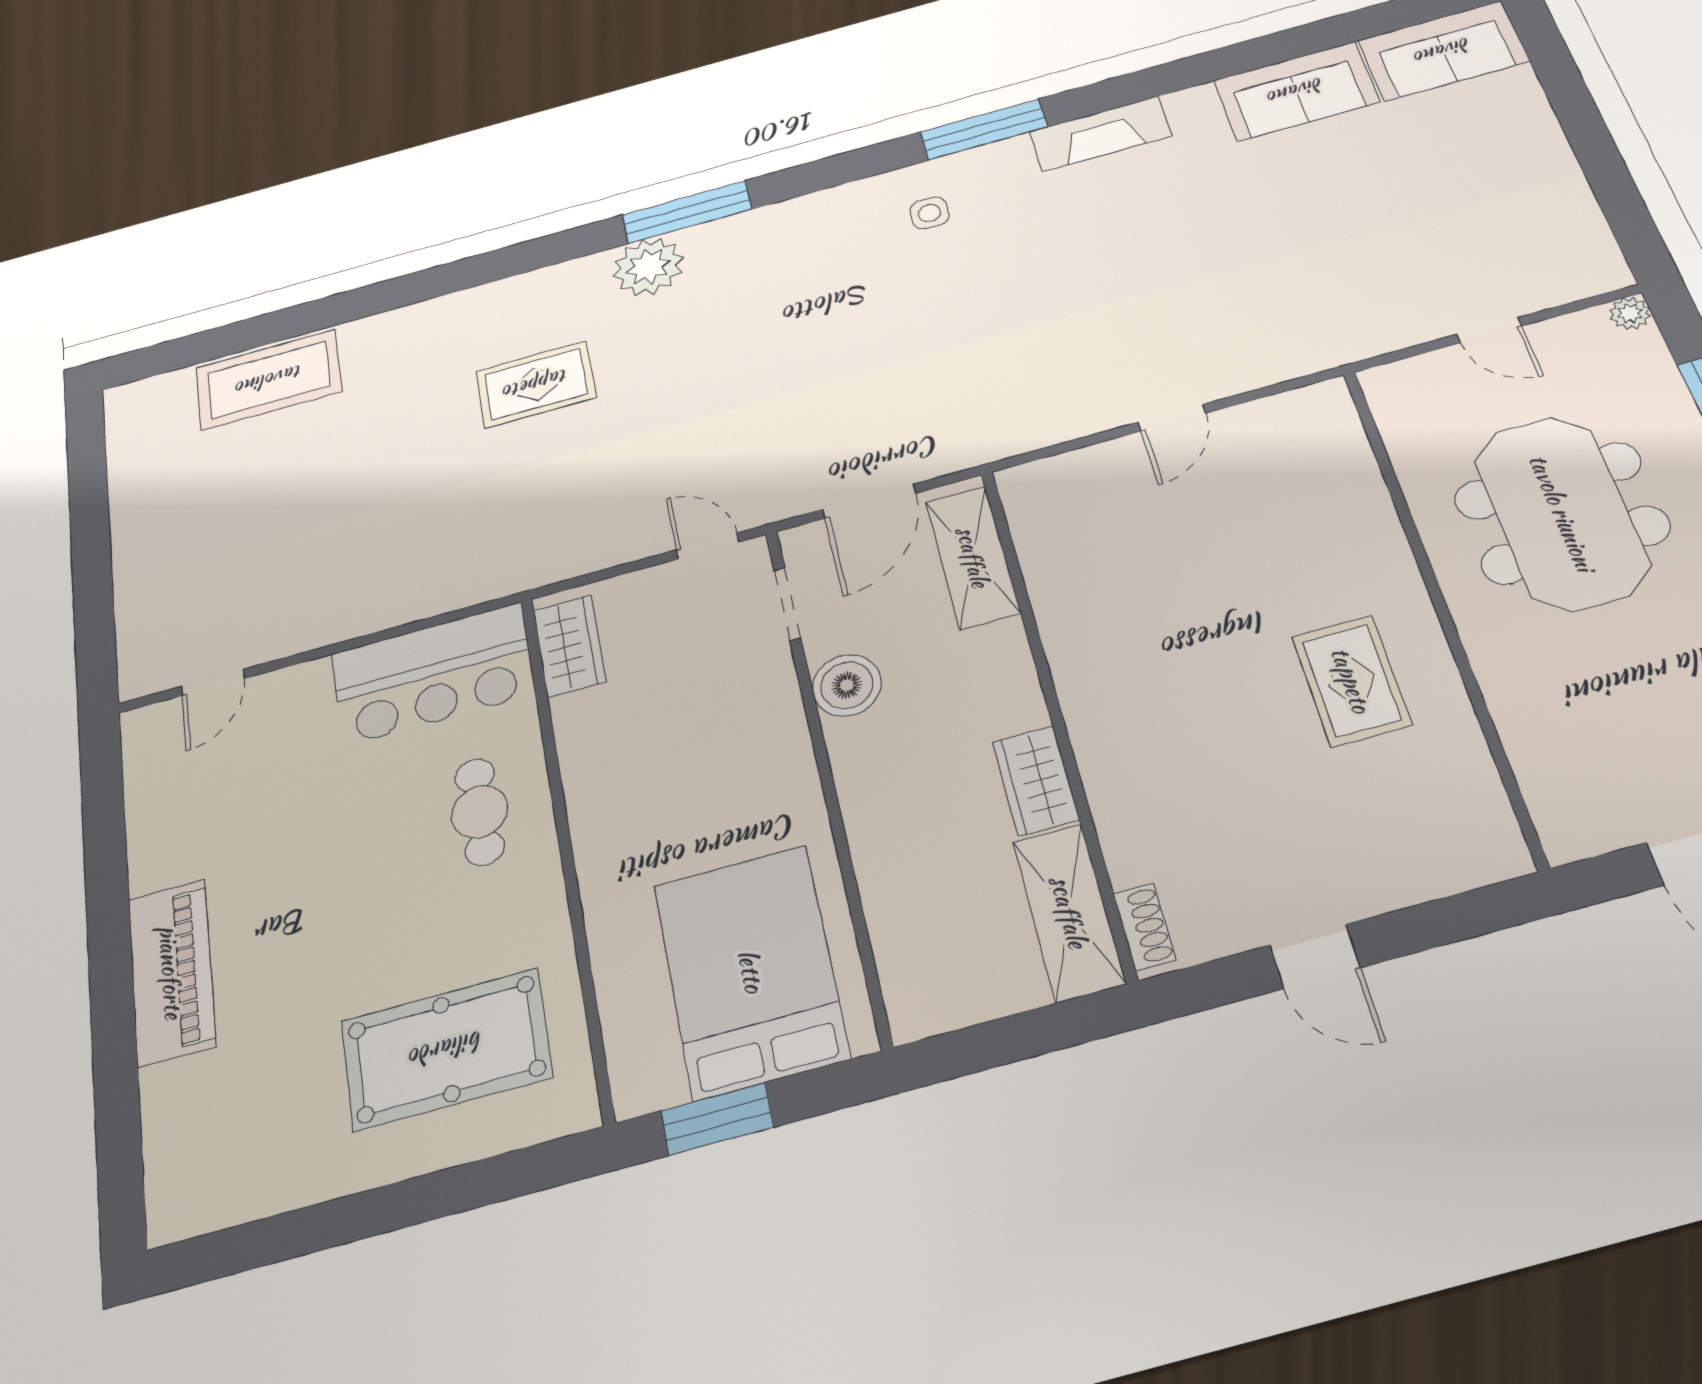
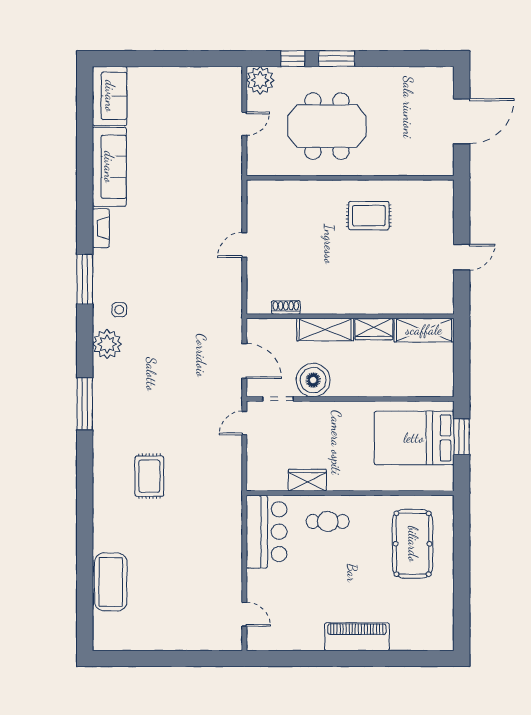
sofa: (1296, 91) -> (109, 167), width x1.36
fireplace: (1100, 134) -> (101, 228), width x0.73, depth x0.76
plant: (648, 267) -> (107, 344), moved
plant: (1630, 313) -> (260, 80), width x1.88, depth x1.88
door: (1172, 418) -> (244, 245), swing flipped
shelving: (973, 557) -> (325, 329), moved
wardrobe: (569, 646) -> (307, 480), moved
boiler: (847, 685) -> (313, 380), width x1.37, depth x1.37
shoe rack: (1144, 927) -> (286, 307), moved
window: (717, 1119) -> (462, 437), moved

